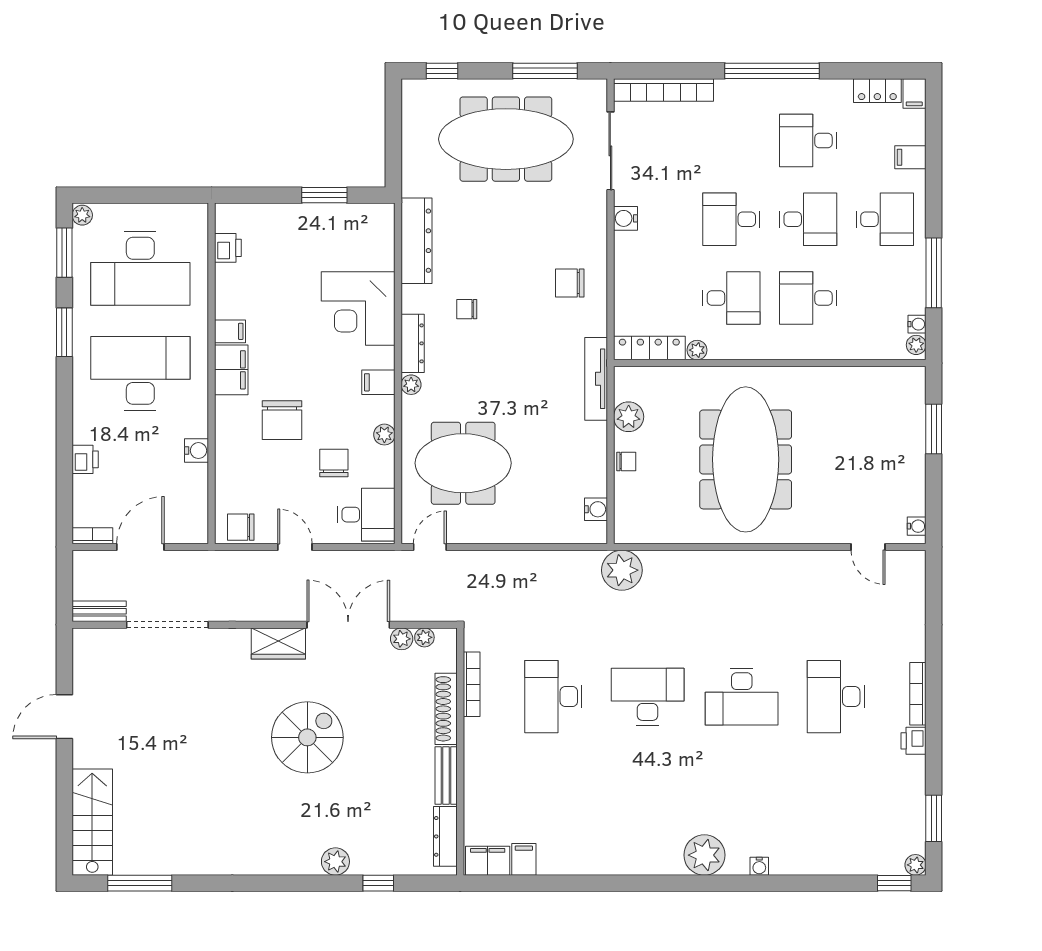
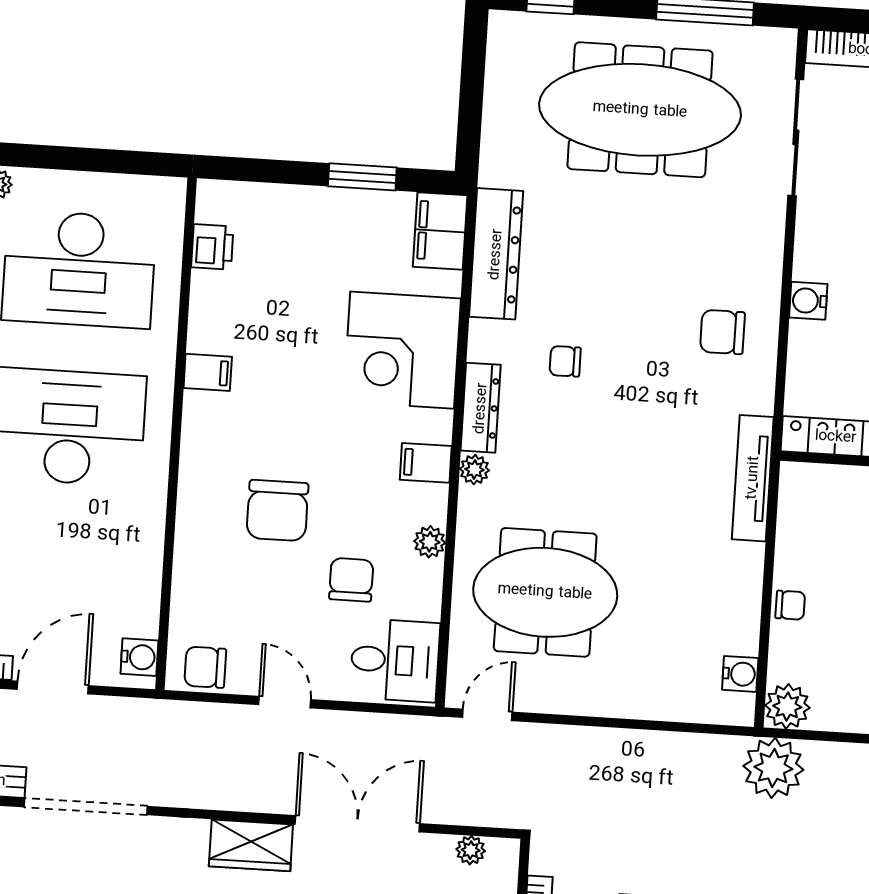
water cooler: (626, 218) -> (808, 301), moved
filing cabinet: (231, 370) -> (440, 231), moved, turned 180
plant: (629, 417) -> (787, 706), moved
water cooler: (197, 451) -> (139, 657), moved
plant: (402, 639) -> (436, 850), removed

